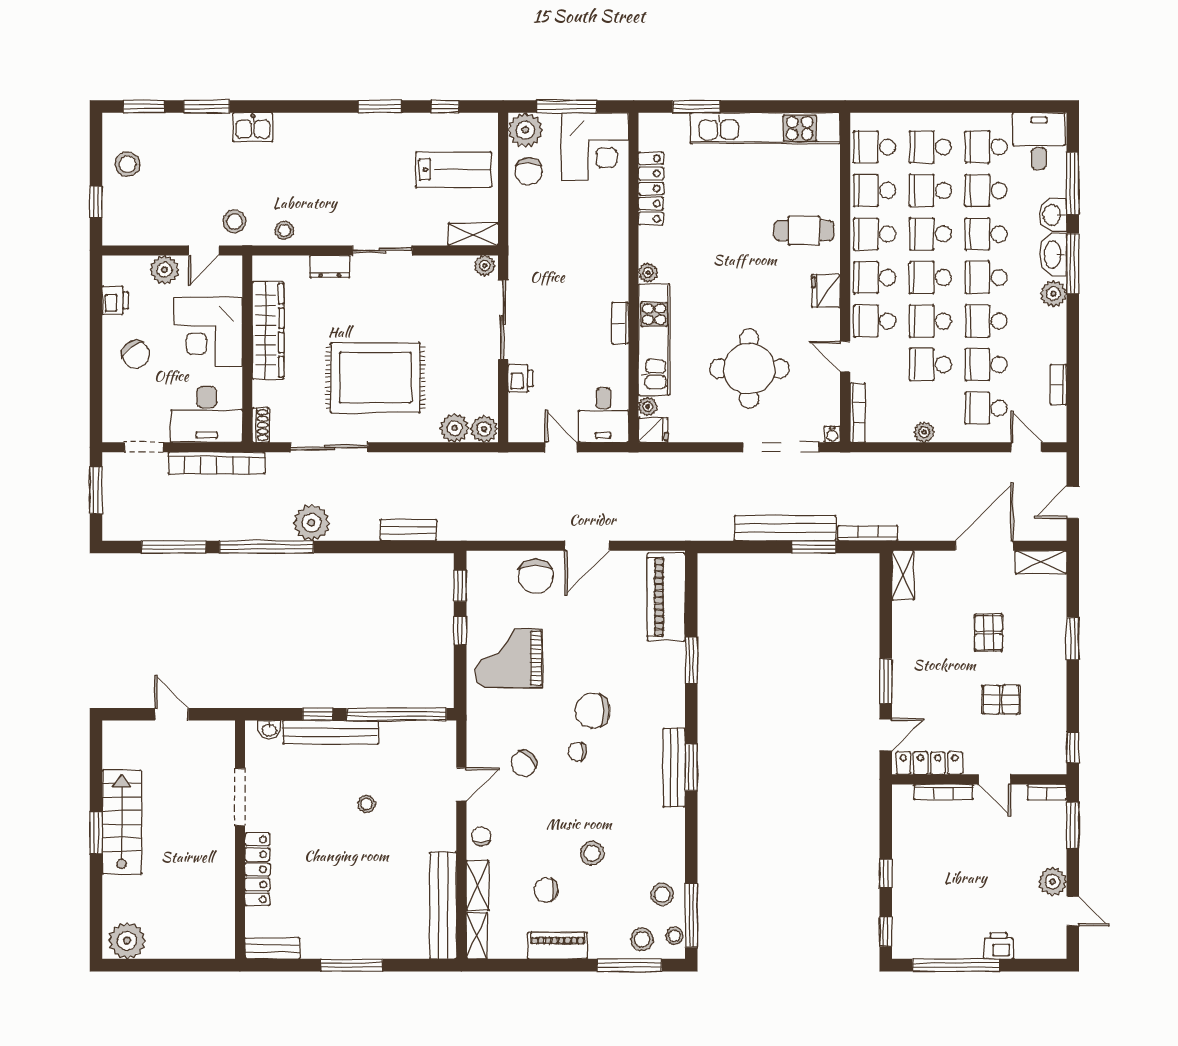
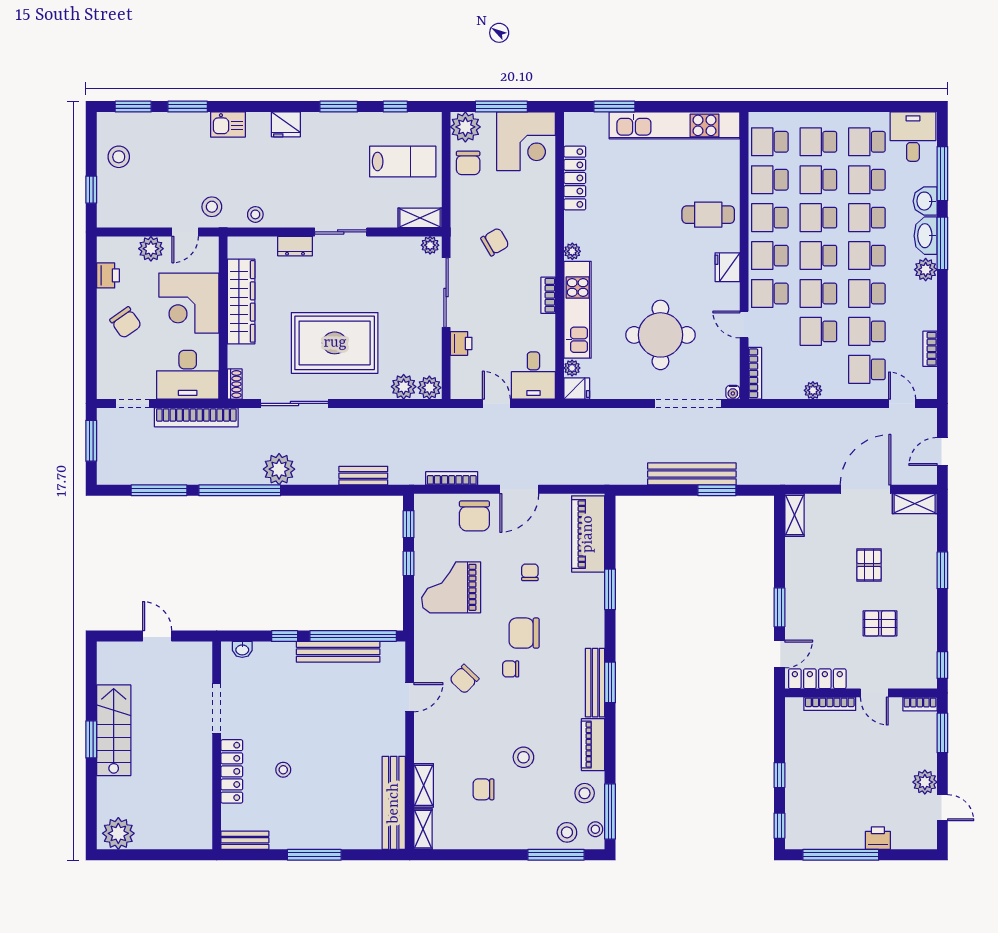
fridge: (319, 127) -> (286, 124), added
chair: (559, 262) -> (495, 242), added
bookcase: (868, 533) -> (452, 478), moved
bench: (330, 732) -> (338, 652), moved
stool: (367, 804) -> (283, 770), moved
chair: (481, 836) -> (530, 572), moved
piano: (557, 946) -> (593, 745), moved, turned -90

